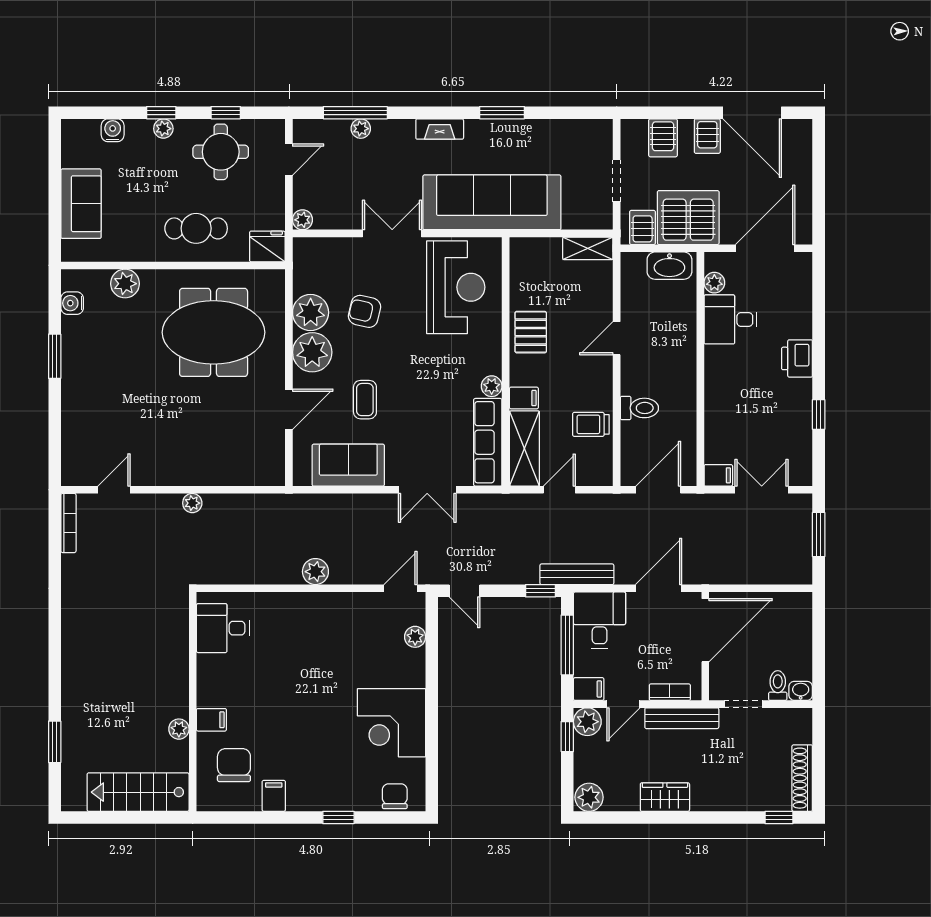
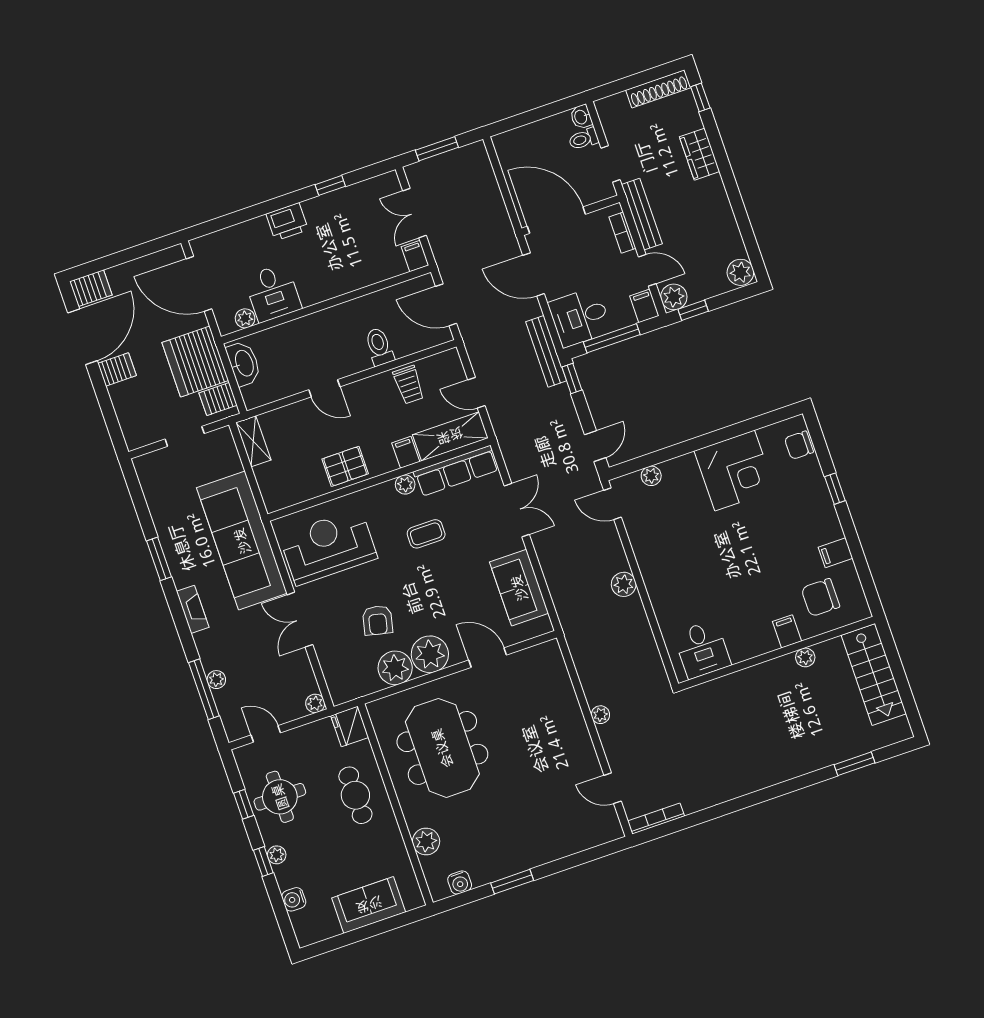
server rack: (663, 138) -> (91, 288), moved
coffee table: (365, 400) -> (426, 534), moved
wardrobe: (665, 797) -> (700, 154), moved

